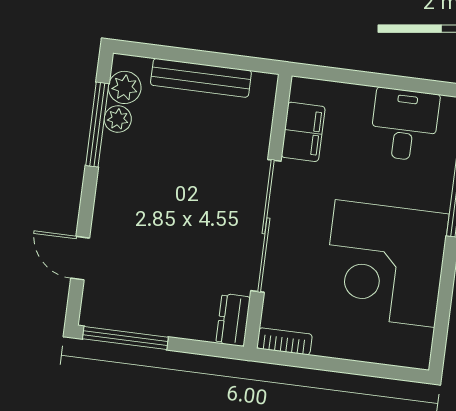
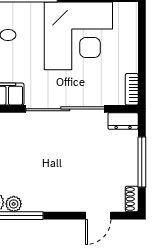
shoe rack: (101, 318) -> (132, 199), added
window: (125, 338) -> (142, 162), moved

